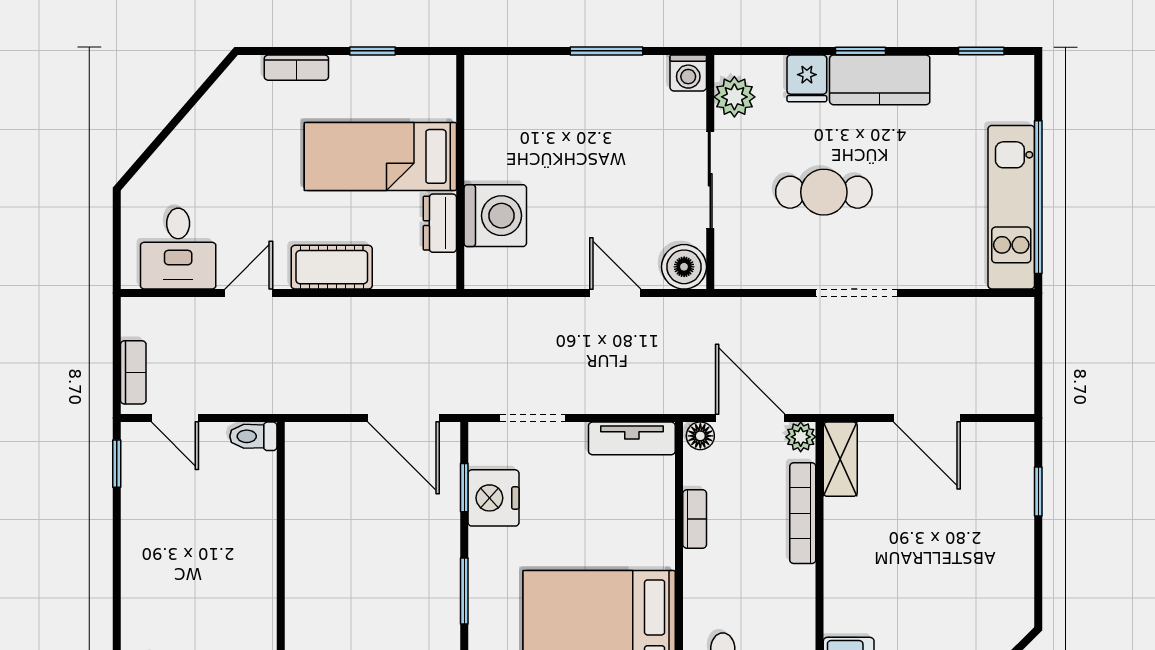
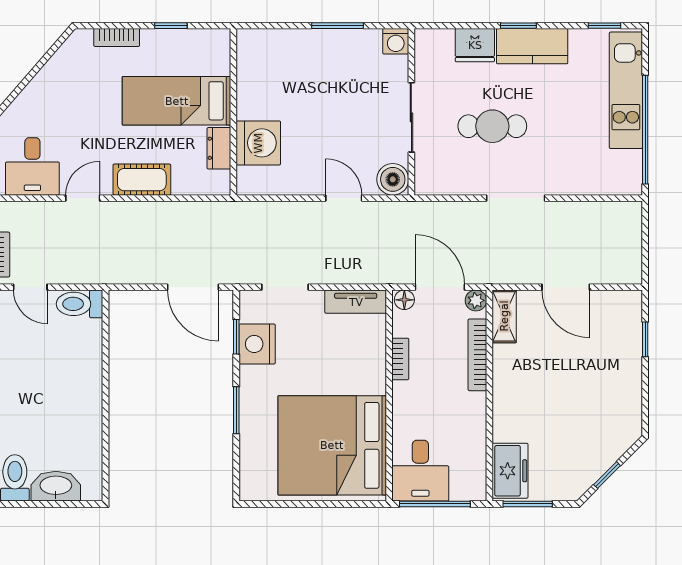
fridge: (807, 78) -> (475, 45), width x1.38
plant: (734, 97) -> (429, 58), removed
kitchen unit: (1011, 207) -> (626, 90), moved
toilet: (253, 436) -> (80, 304), width x1.37, depth x1.39

